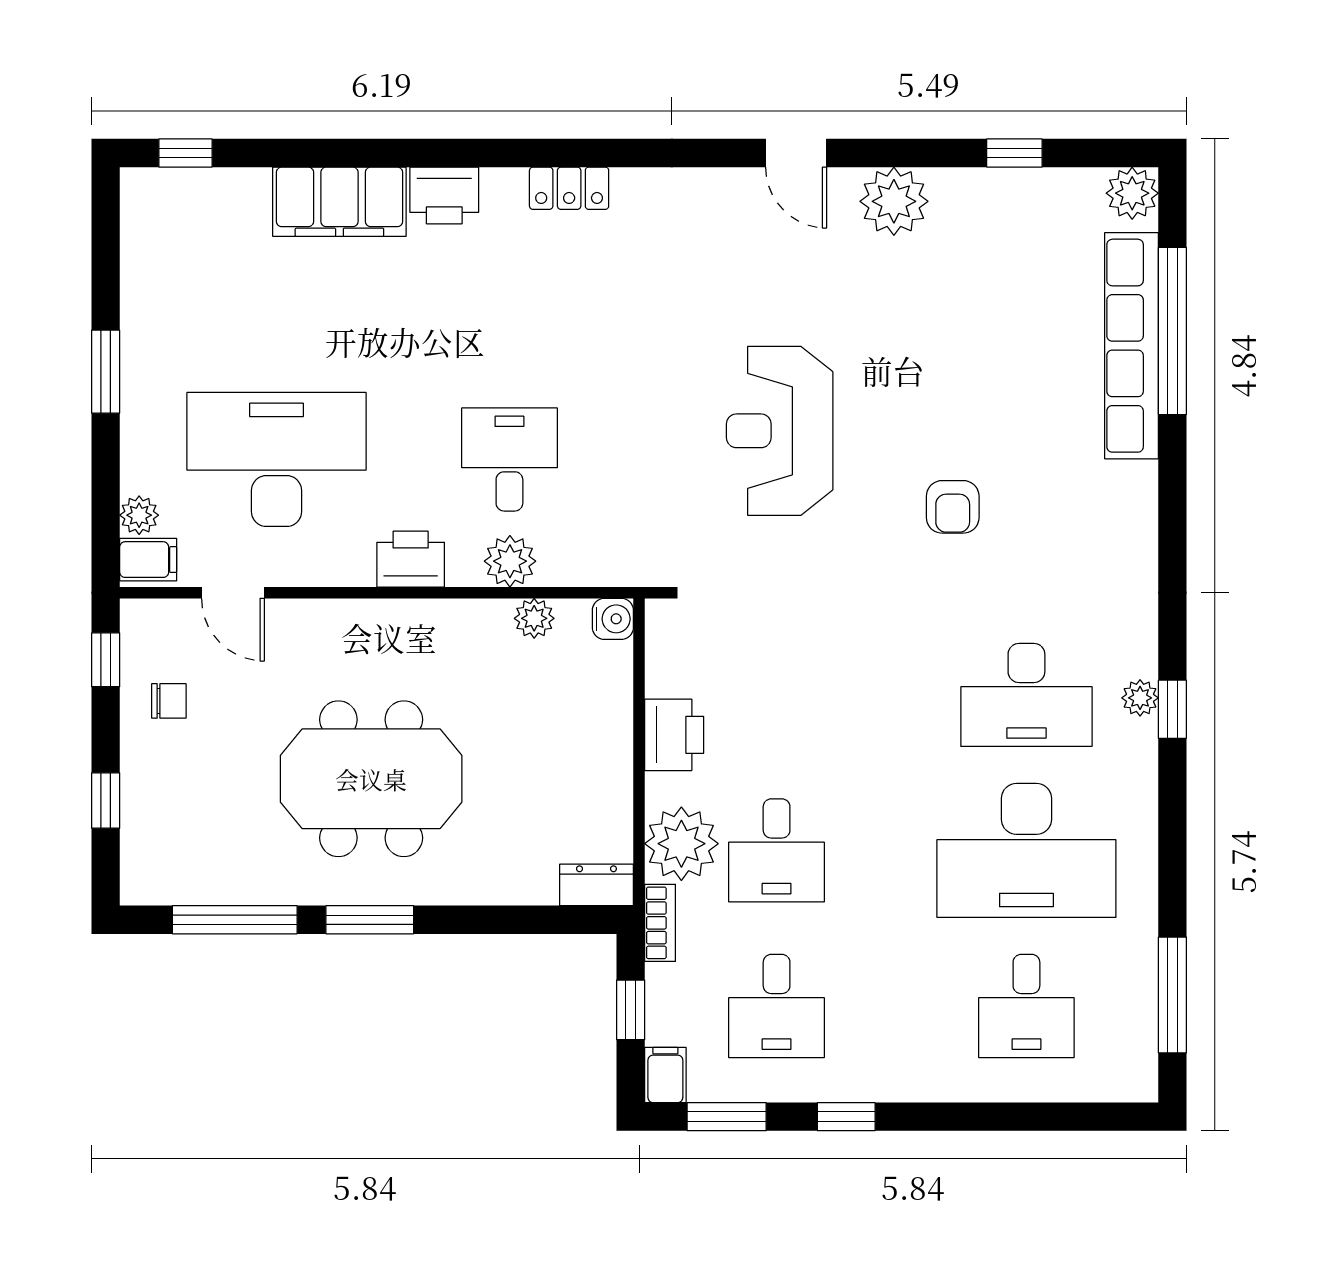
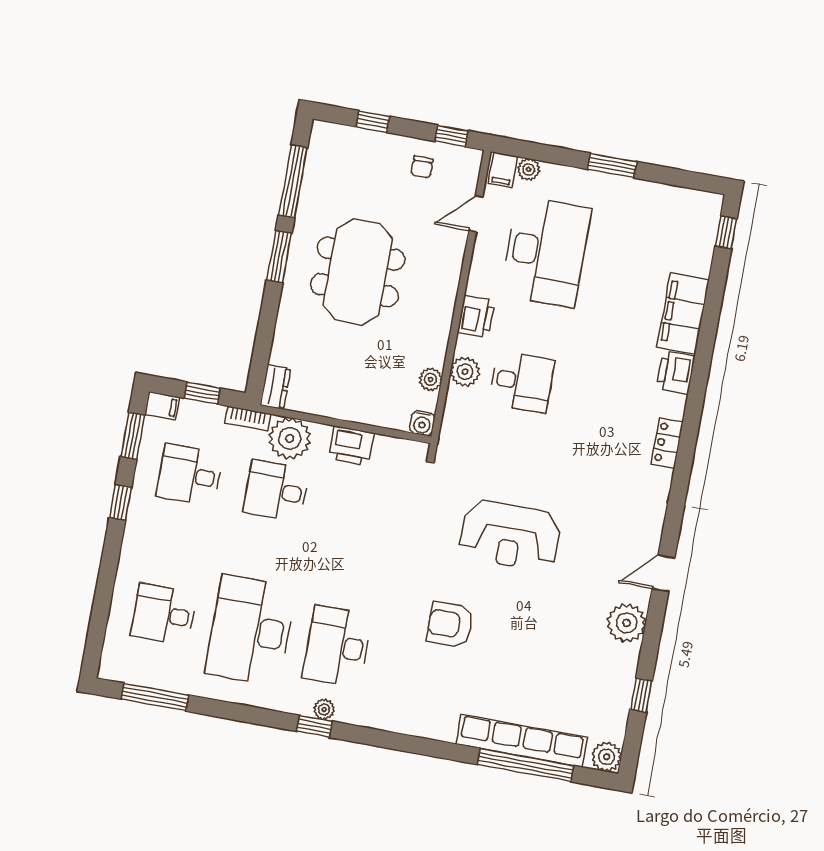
reception desk: (780, 431) -> (510, 536), turned 180
armchair: (953, 507) -> (450, 624), width x1.38, depth x1.38

